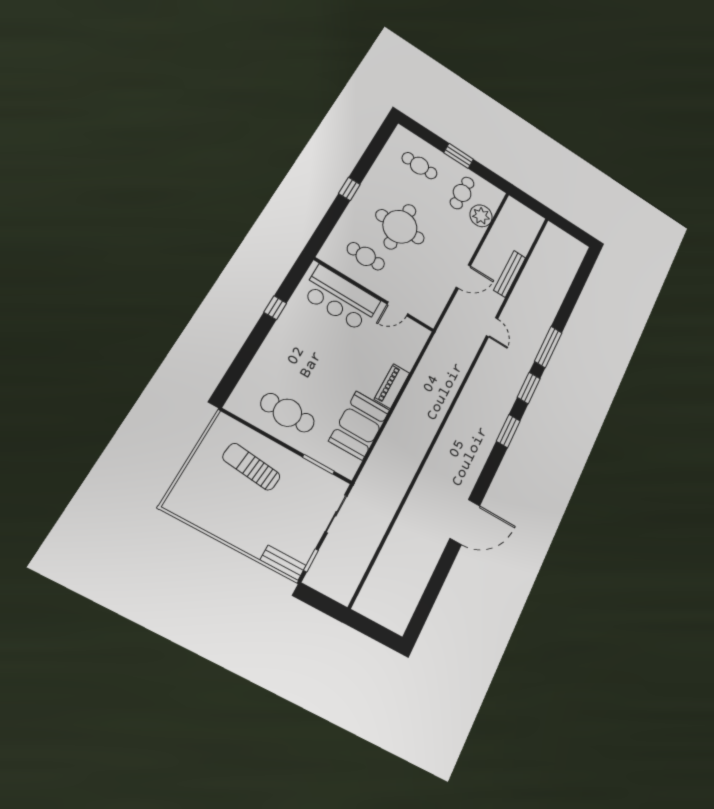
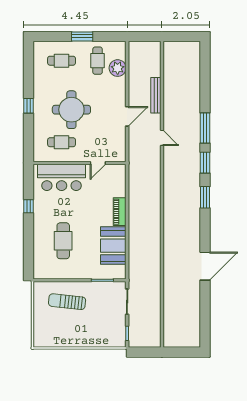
cafe table: (287, 413) -> (63, 241), moved, turned 90
bench: (283, 563) -> (113, 342), removed

